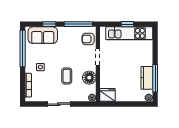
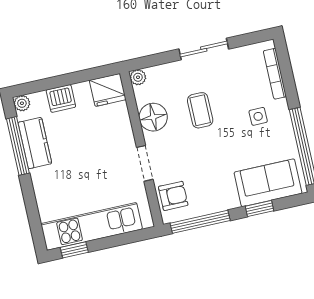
window: (127, 24) -> (74, 250), moved
dishwasher: (130, 96) -> (61, 98), added

